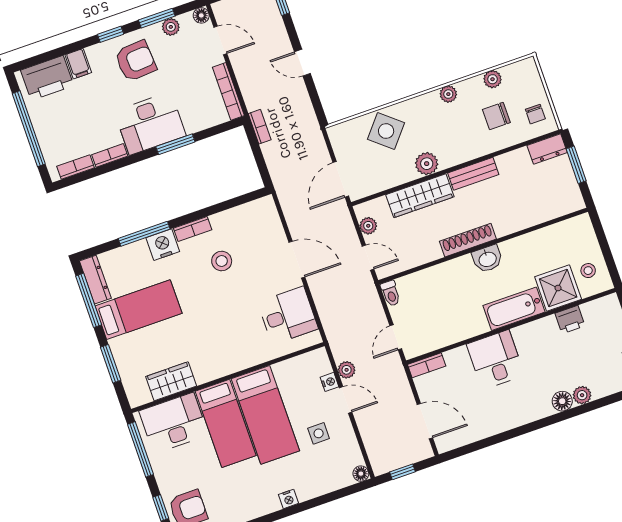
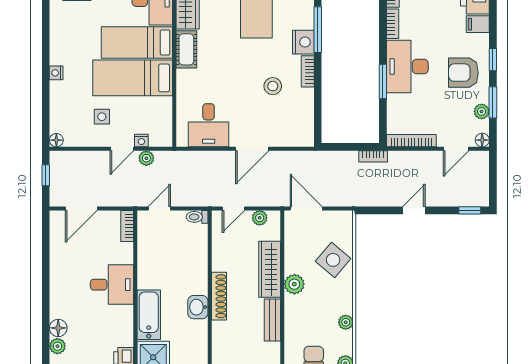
armchair: (136, 61) -> (463, 73), turned 94
door: (396, 337) -> (159, 208), hinge flipped
cot: (215, 368) -> (186, 49), added

